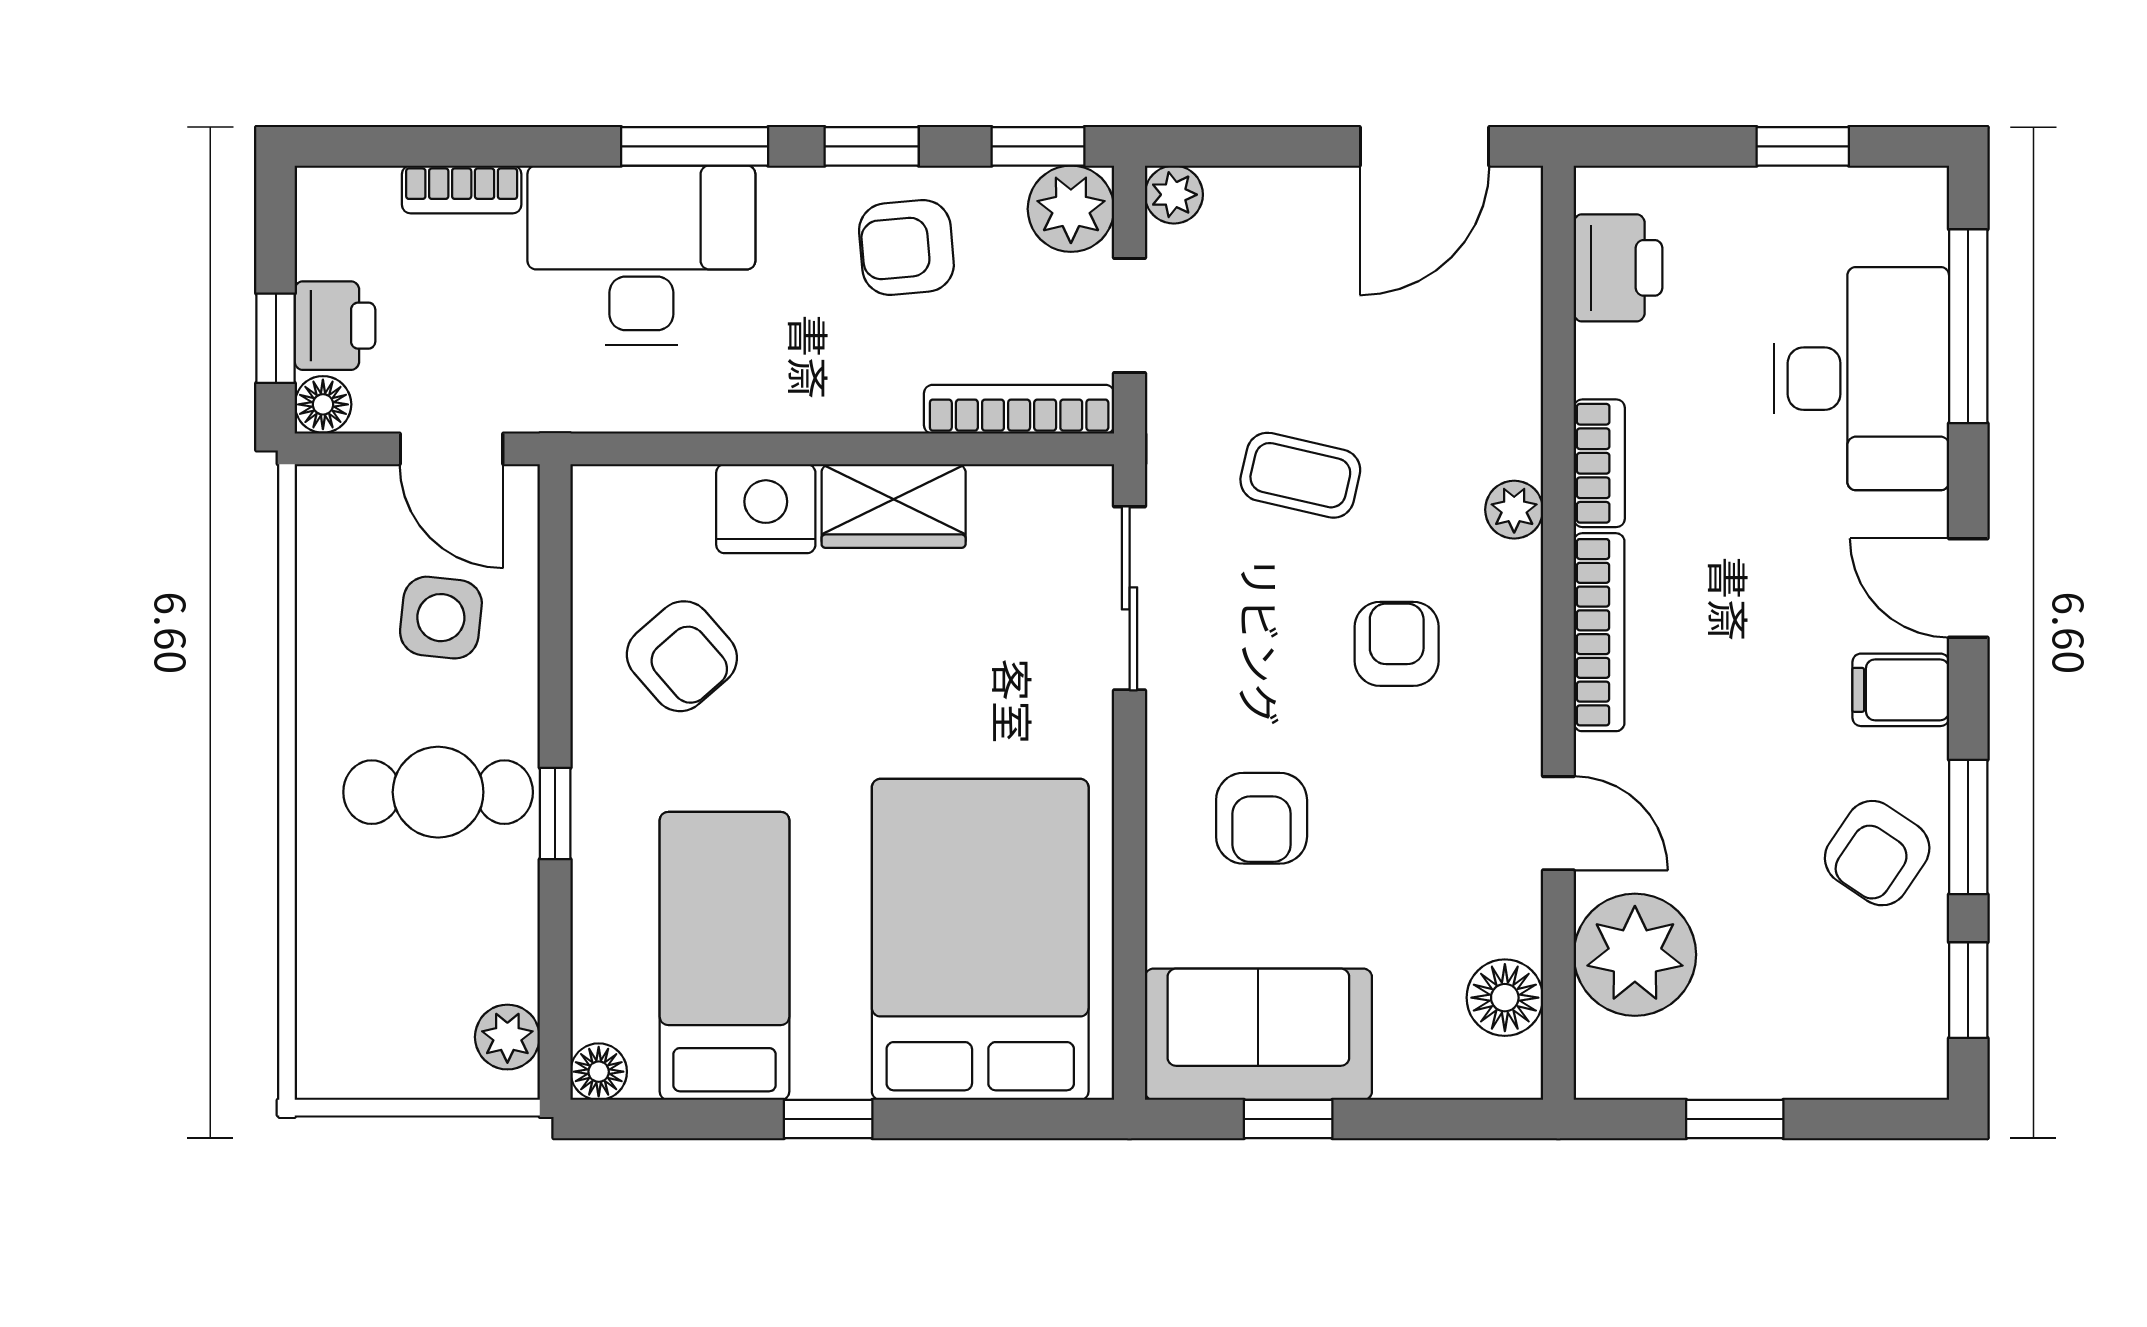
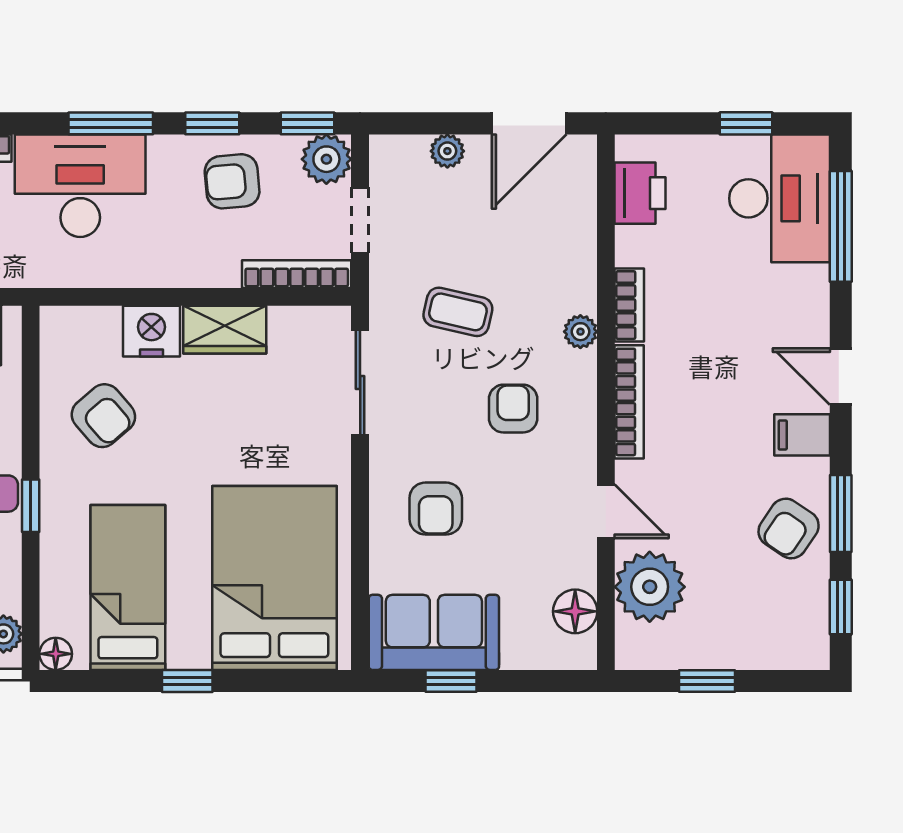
plant: (1174, 195) -> (447, 151), moved
desk: (1861, 379) -> (780, 198), moved

